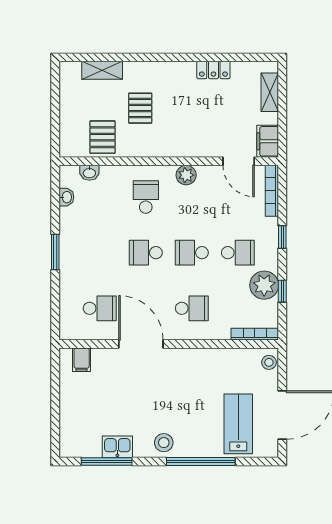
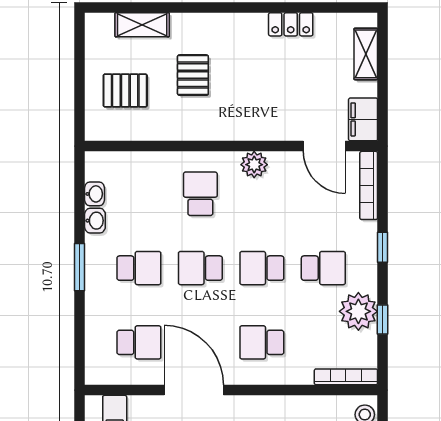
pallet: (103, 137) -> (125, 90), moved, turned 90
washbasin: (89, 173) -> (95, 221), moved, turned -90
school desk: (100, 253) -> (139, 268), added
school desk: (192, 308) -> (262, 342), turned 180

